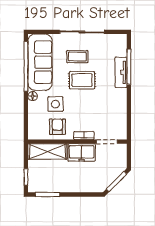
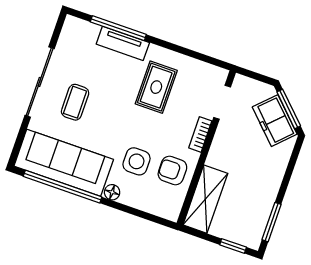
rug: (82, 80) -> (156, 87), moved
freezer: (82, 152) -> (275, 121), moved, turned 135

